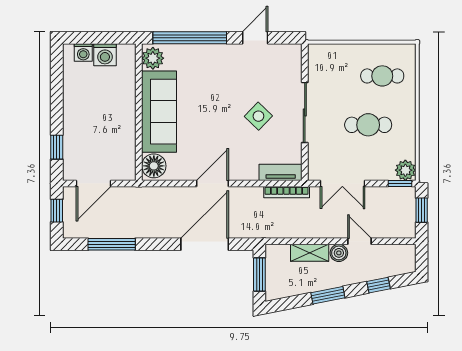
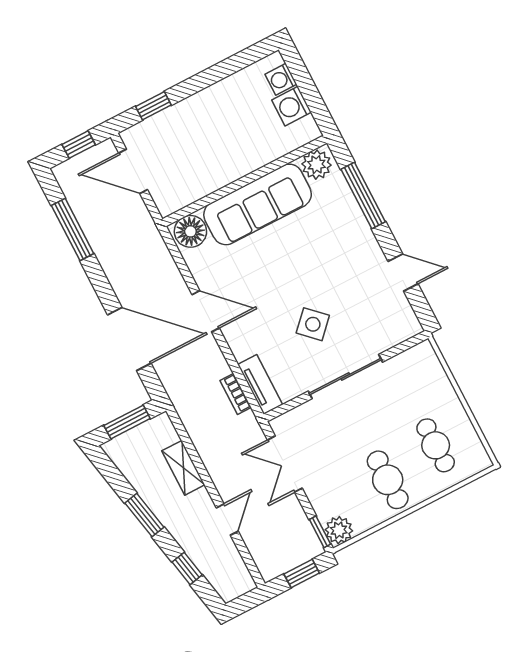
window: (190, 38) -> (363, 195), width x0.68
cafe table: (368, 125) -> (388, 480), moved
bookcase: (287, 192) -> (236, 394), width x0.64
boiler: (339, 253) -> (201, 502), removed

